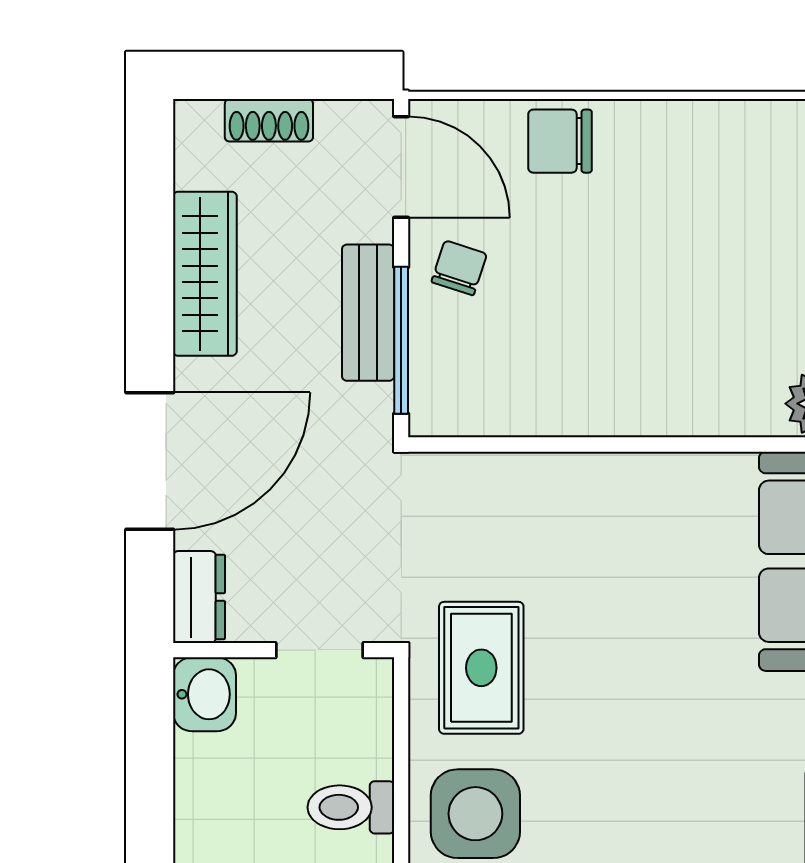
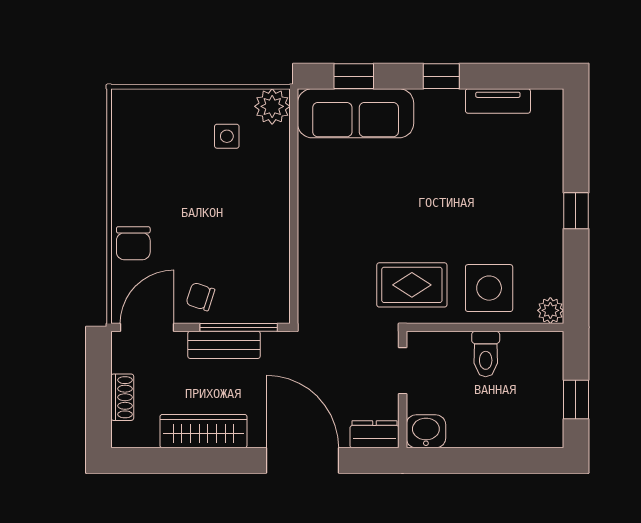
side table: (762, 318) -> (227, 136), added

